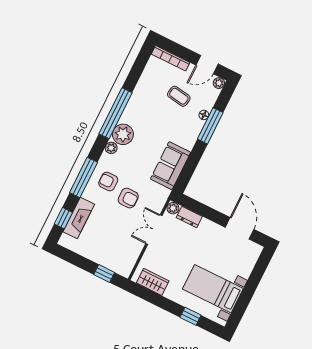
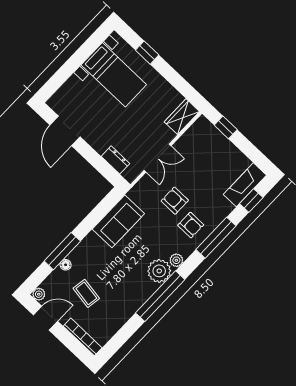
plant: (173, 208) -> (130, 175), removed
fireplace: (79, 218) -> (245, 185), moved
wardrobe: (153, 282) -> (182, 117), moved, turned 90

